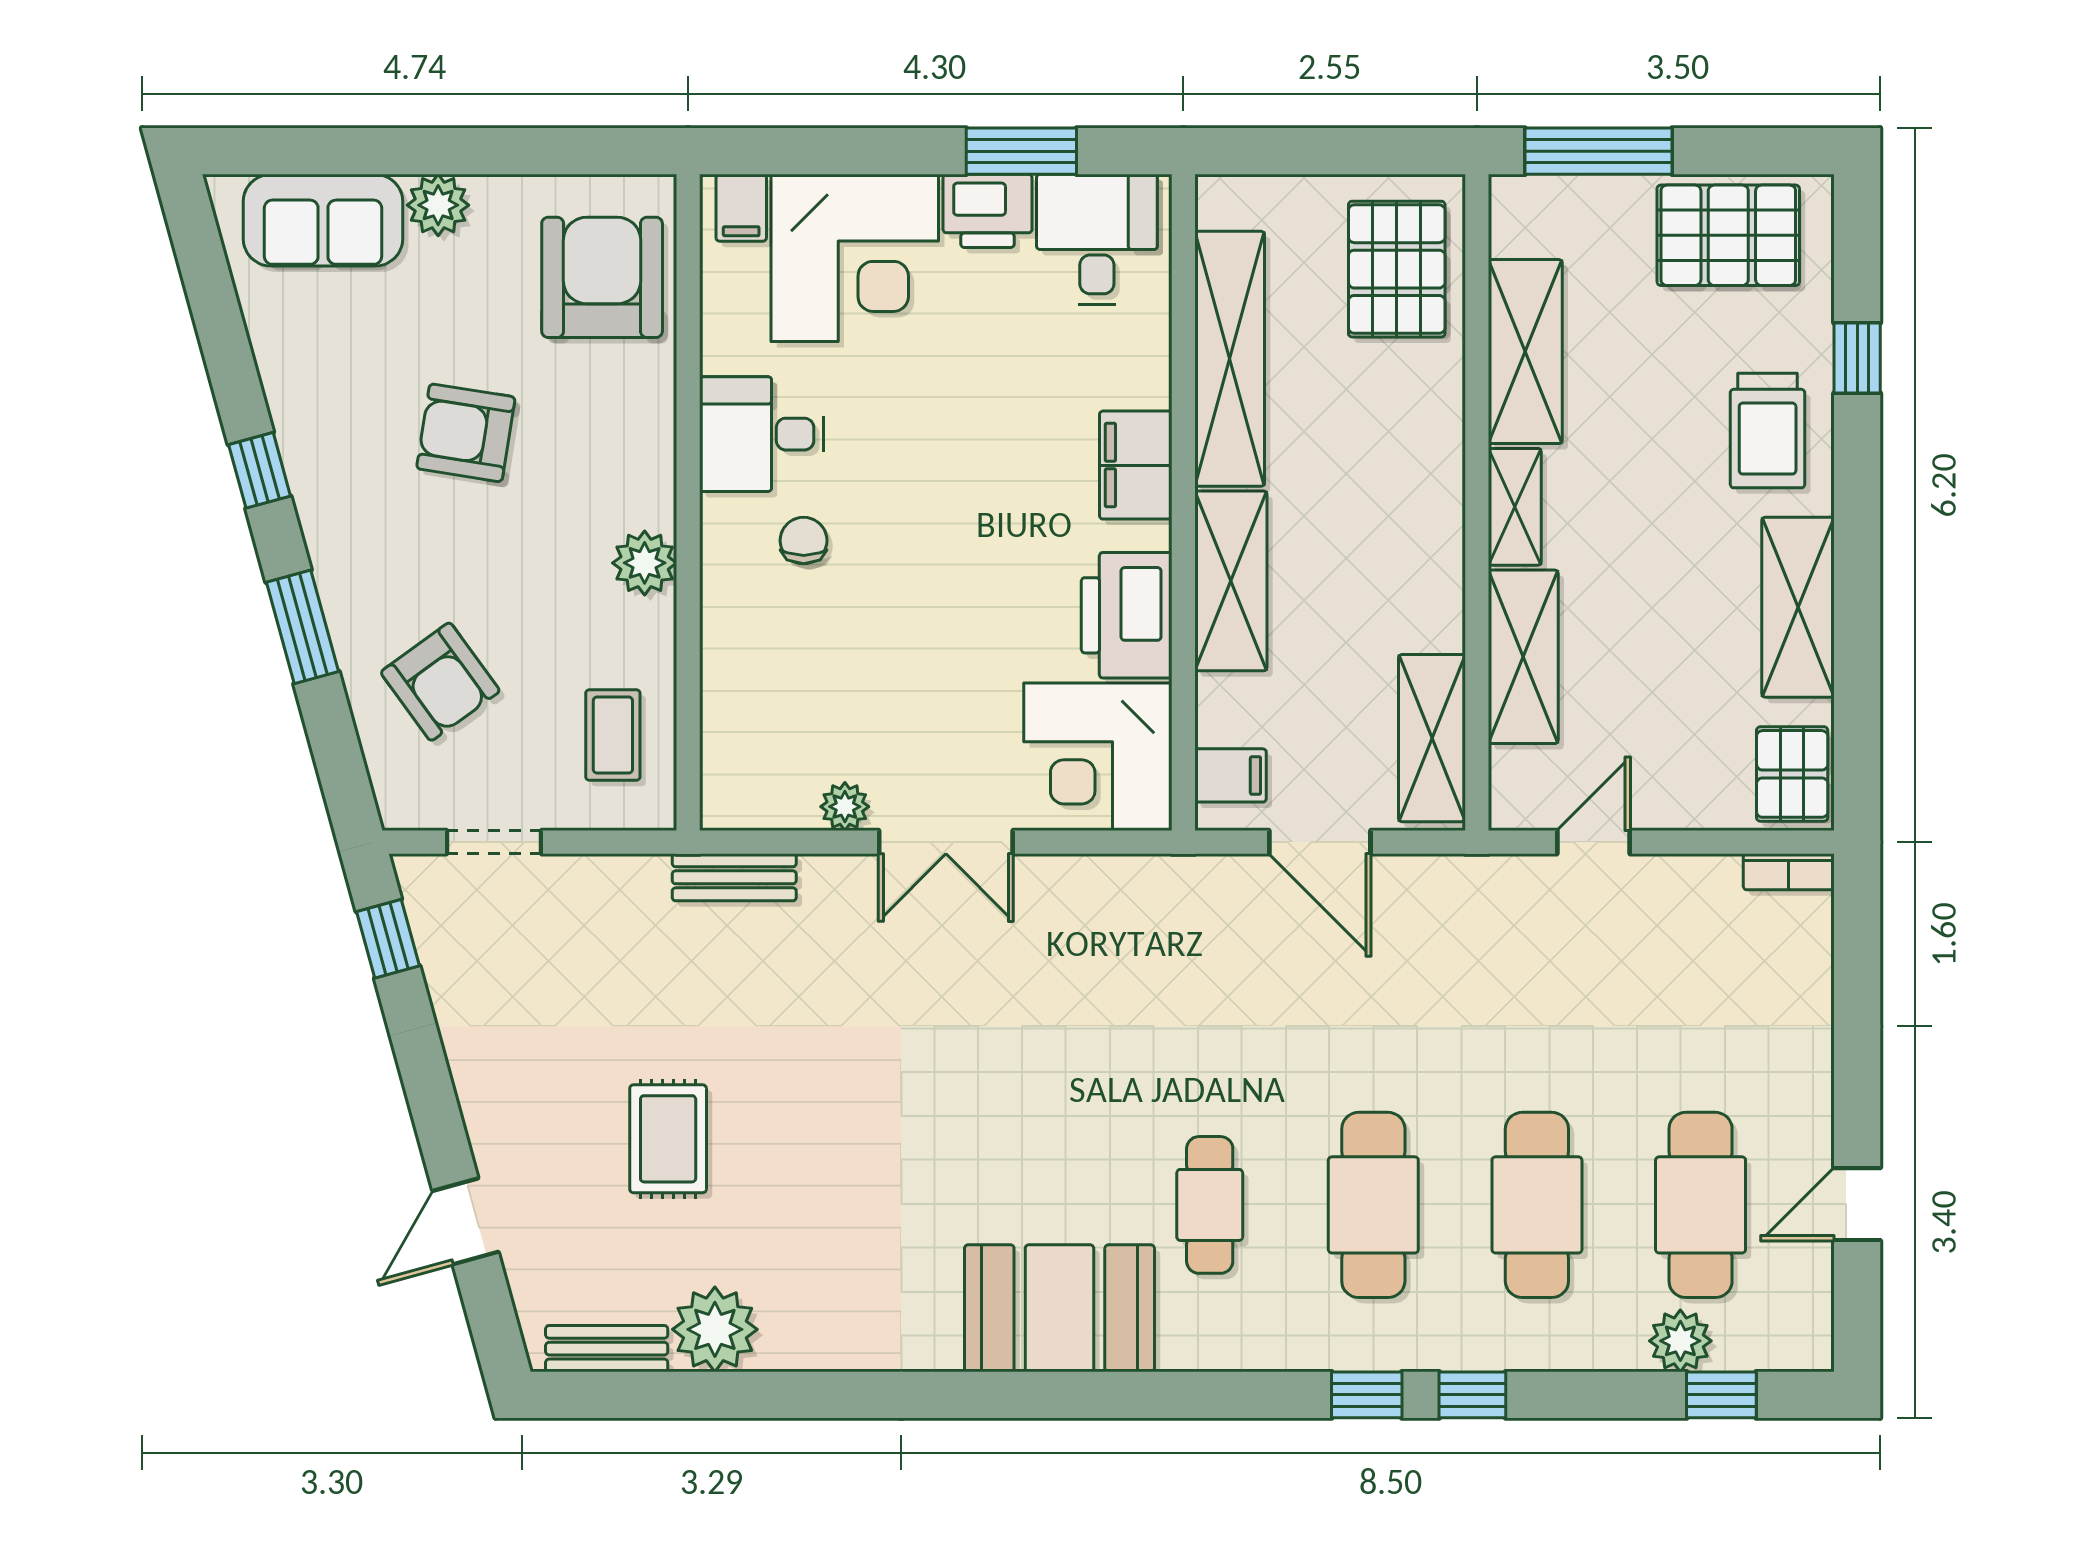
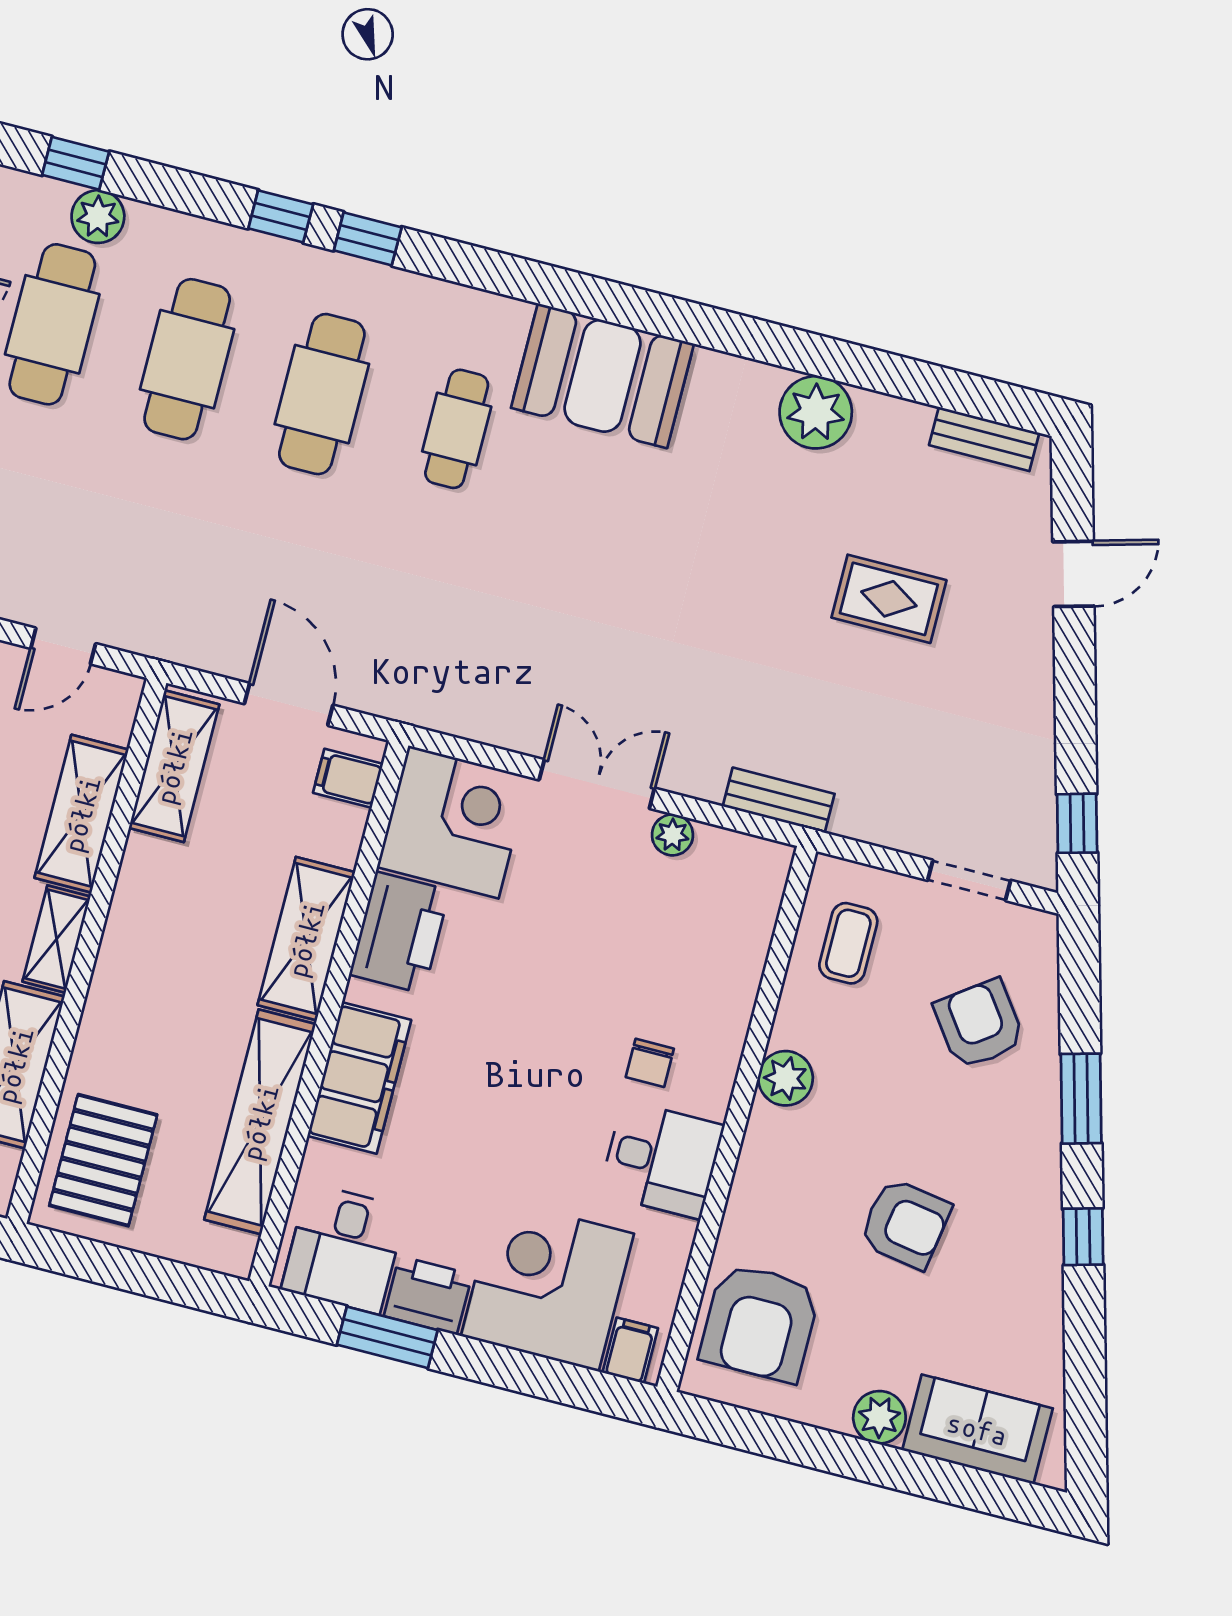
filing cabinet: (1136, 465) -> (359, 1078), width x1.50, depth x1.17
rug: (668, 1139) -> (889, 599), turned 90
plant: (715, 1329) -> (816, 412), moved

